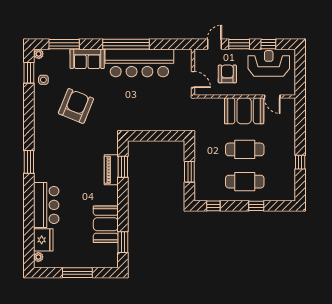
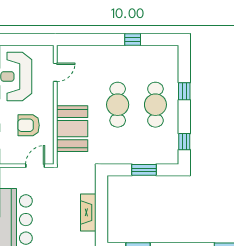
booth: (244, 111) -> (72, 129), moved
fireplace: (153, 125) -> (88, 212), added

